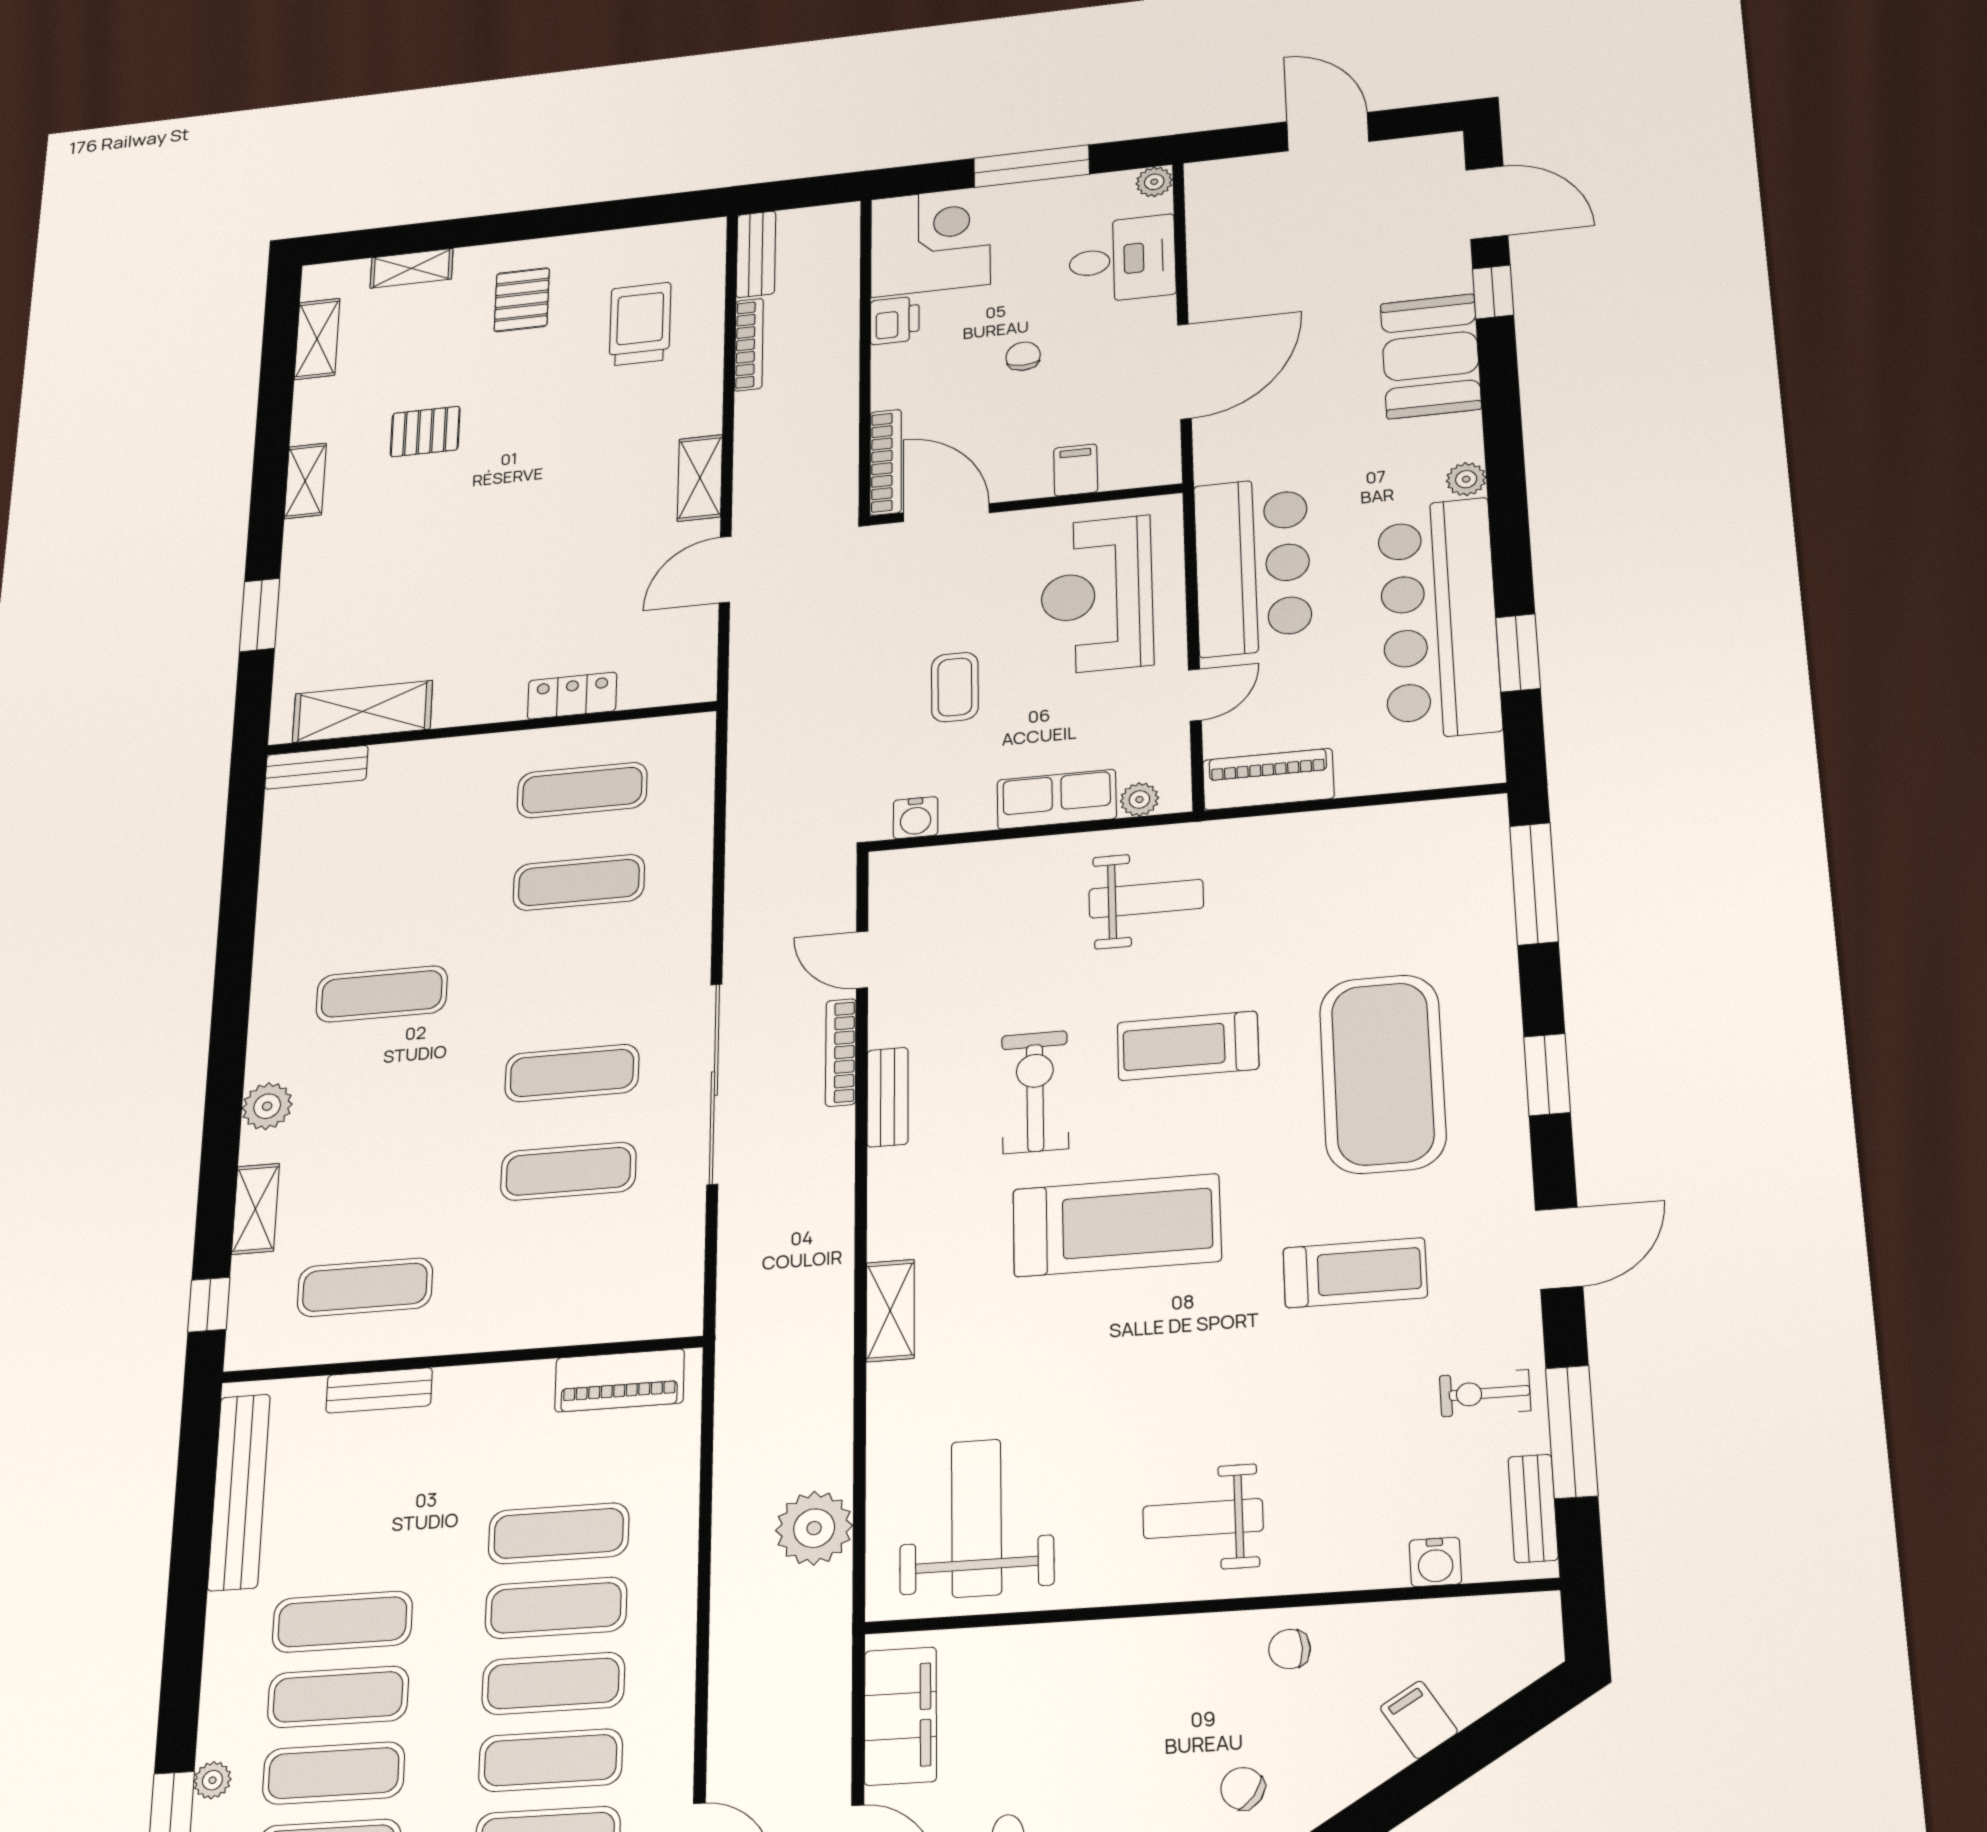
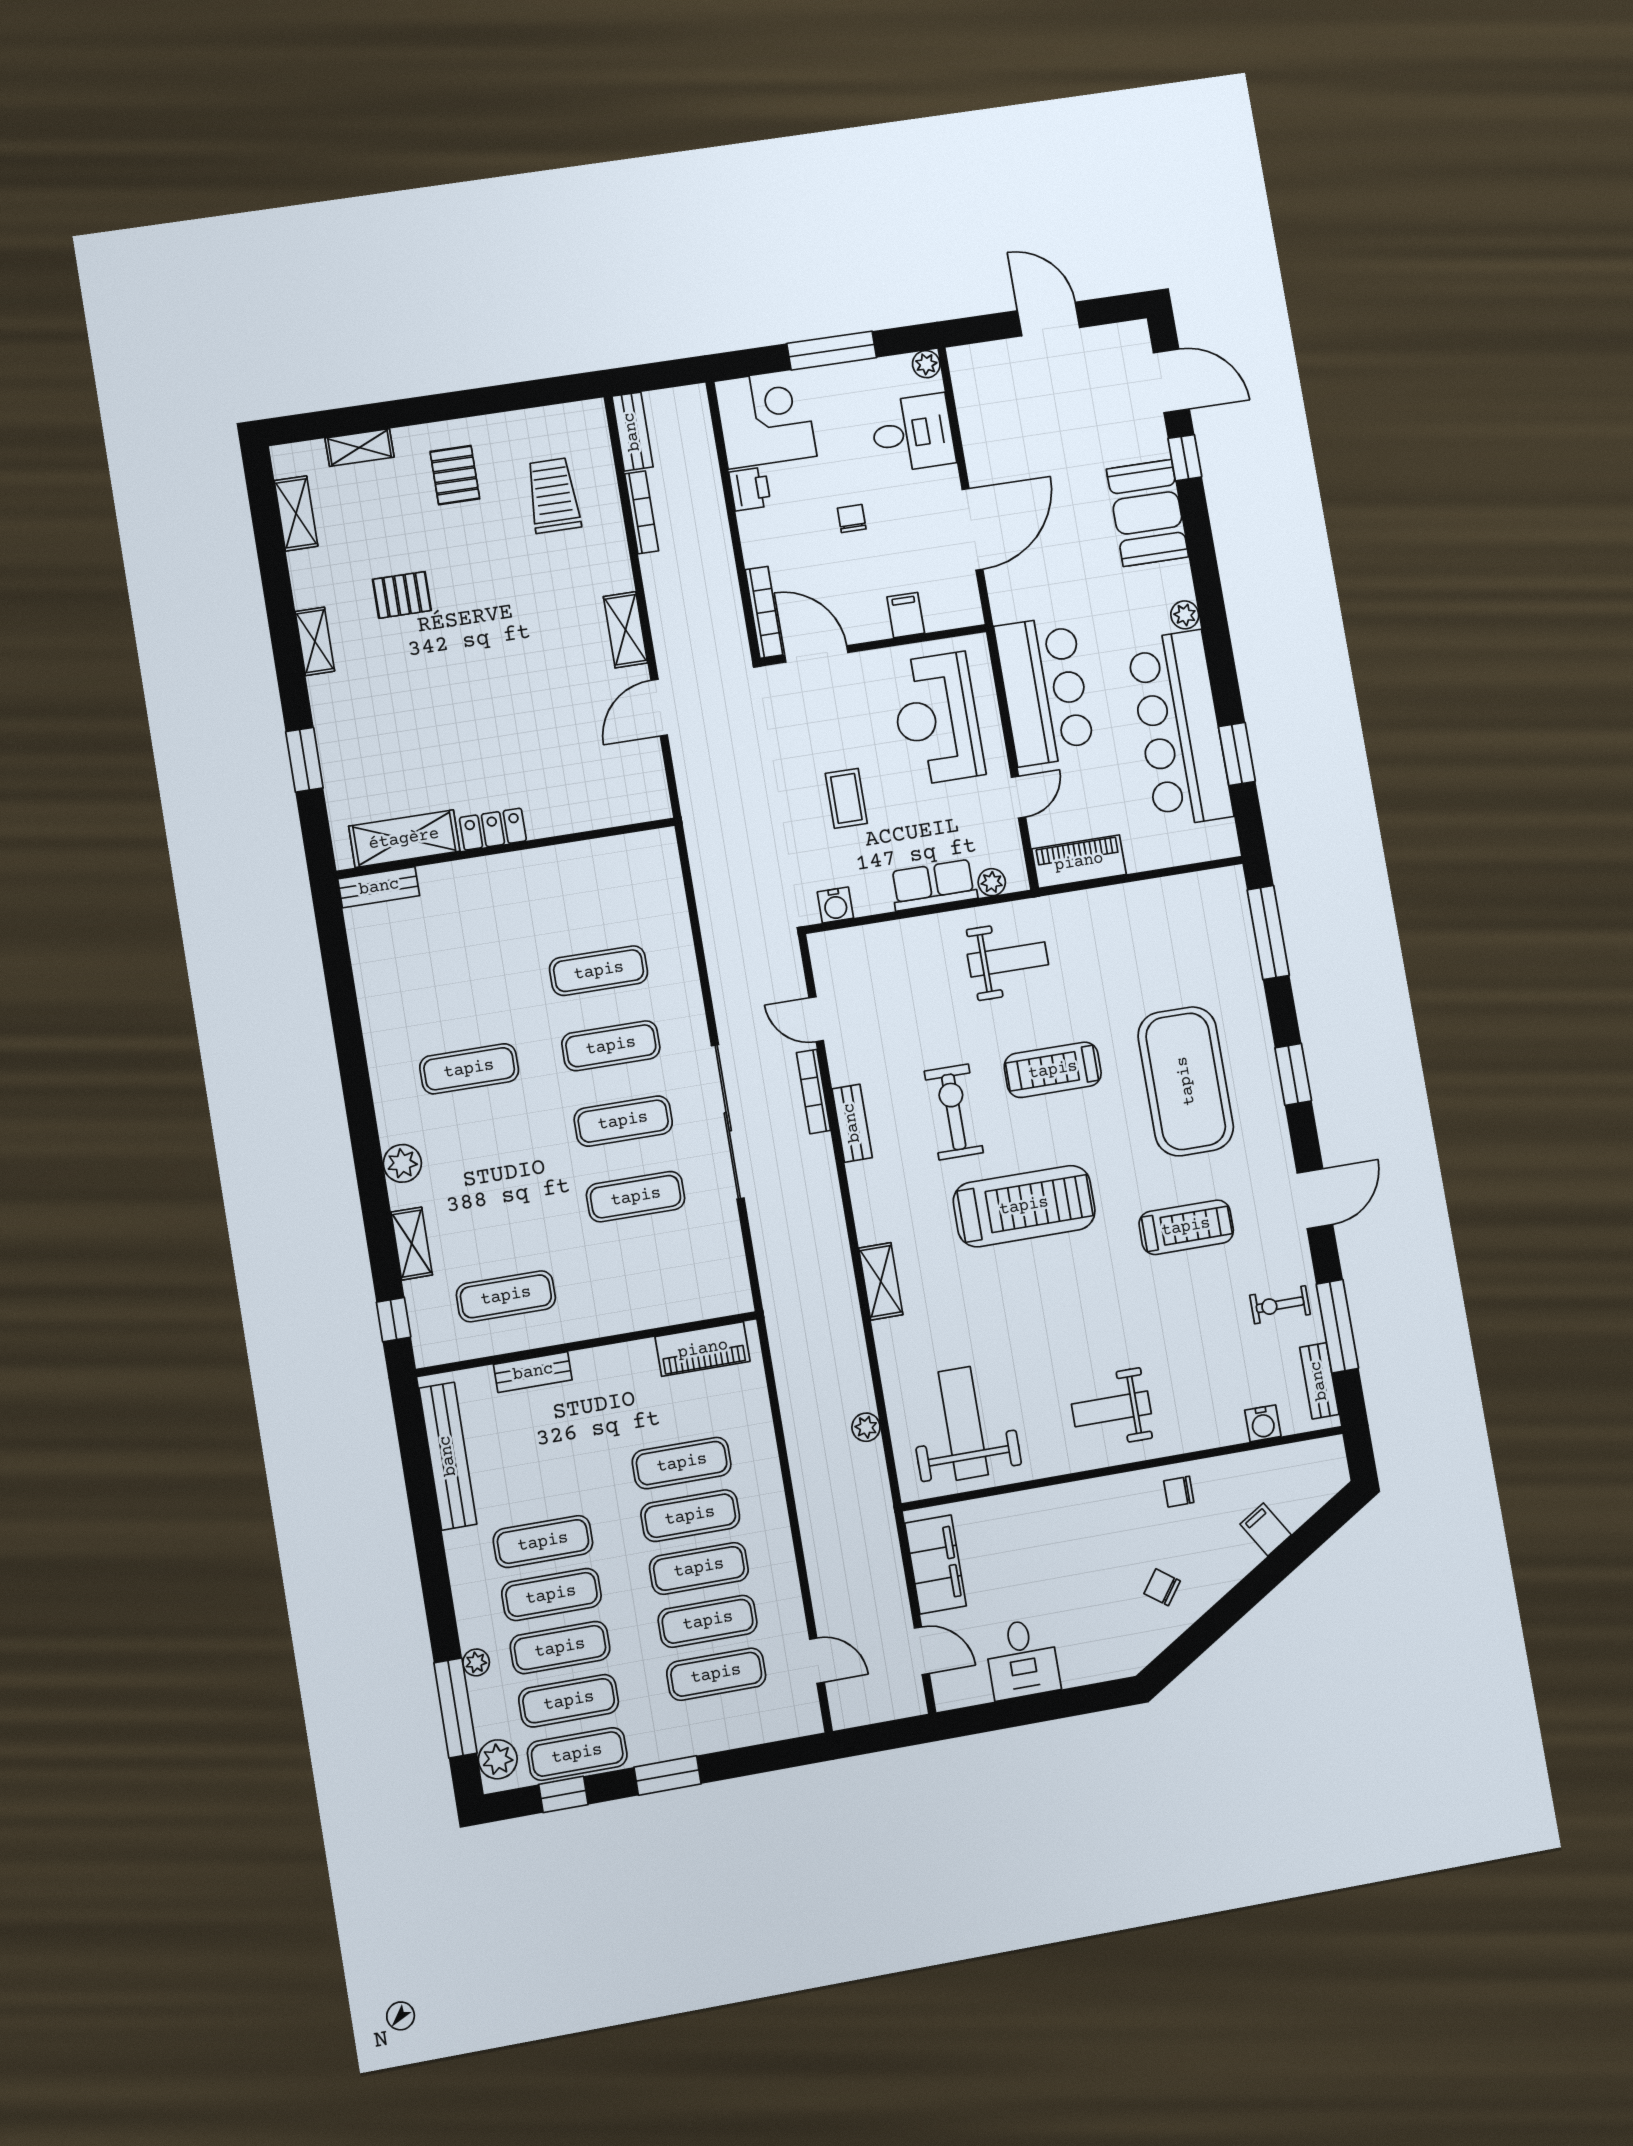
locker: (572, 696) -> (493, 829), moved
exercise mat: (582, 790) -> (611, 1046), moved
plant: (814, 1528) -> (866, 1427), width x0.53, depth x0.53

